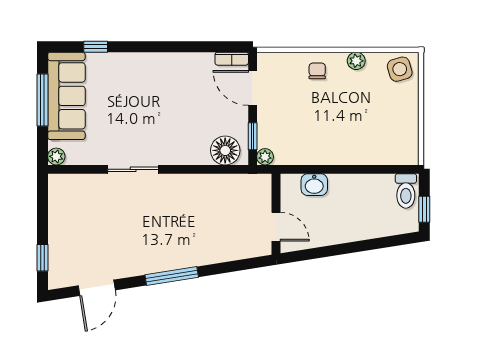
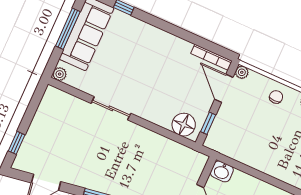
bookcase: (232, 59) -> (212, 57), width x1.56
plant: (265, 157) -> (242, 72), moved
washbasin: (314, 185) -> (222, 171), moved

